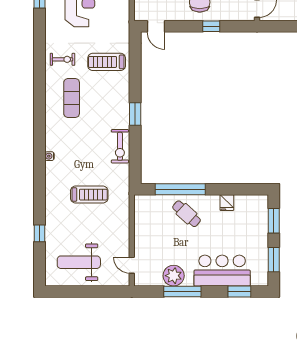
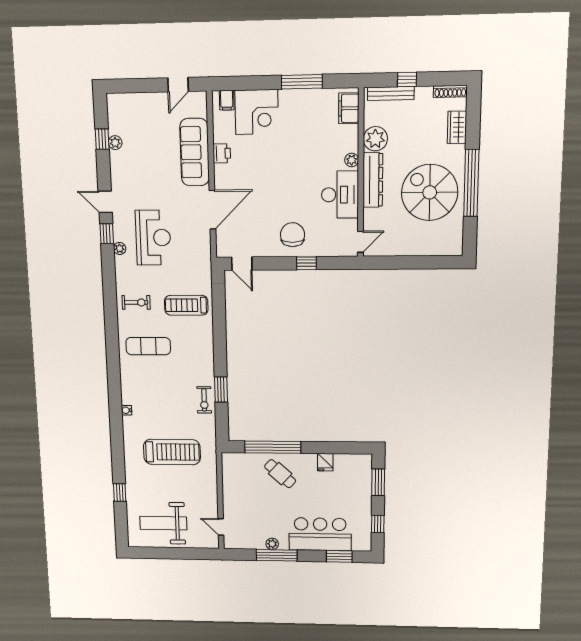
plant: (50, 12) -> (120, 248), added
exercise mat: (72, 98) -> (148, 346), turned 90
window: (135, 114) -> (221, 389), moved
exercise bike: (120, 146) -> (204, 400), width x0.73, depth x0.72
treadmill: (89, 195) -> (172, 452), width x1.37, depth x1.38
window: (274, 260) -> (378, 524), width x0.67
plant: (174, 276) -> (272, 544), width x0.53, depth x0.53

